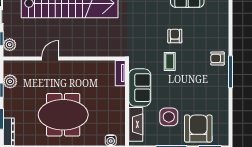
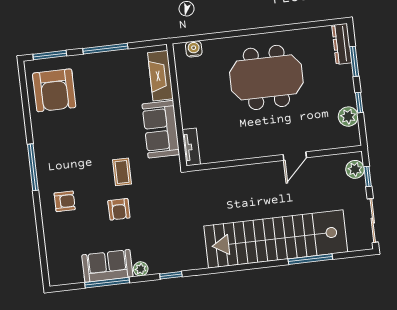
armchair: (218, 58) -> (65, 201), moved
side table: (169, 117) -> (114, 92), removed
armchair: (198, 129) -> (54, 90), moved

